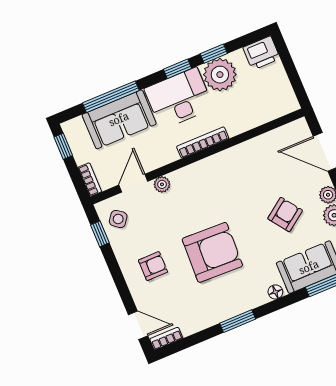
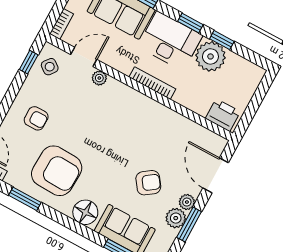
printer: (262, 53) -> (223, 115), moved, turned 180
armchair: (212, 252) -> (57, 171), moved
floor lamp: (275, 292) -> (85, 212), width x1.89, depth x1.89
window: (238, 321) -> (25, 199), moved

